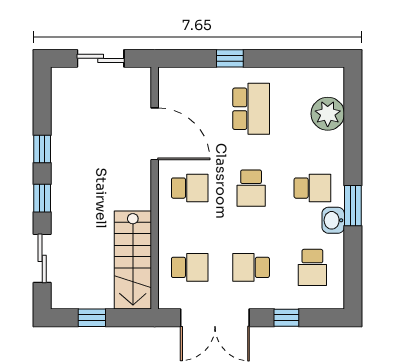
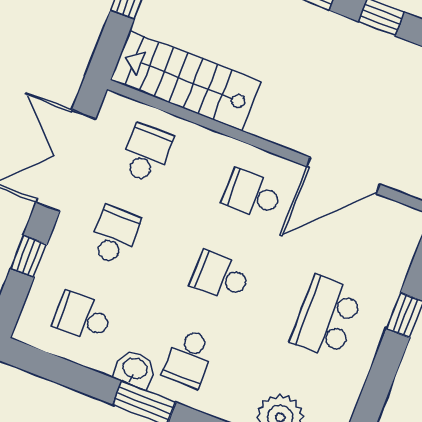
school desk: (251, 109) -> (327, 317), turned 90
school desk: (190, 188) -> (252, 194), turned 90
school desk: (190, 267) -> (146, 153), turned 180

